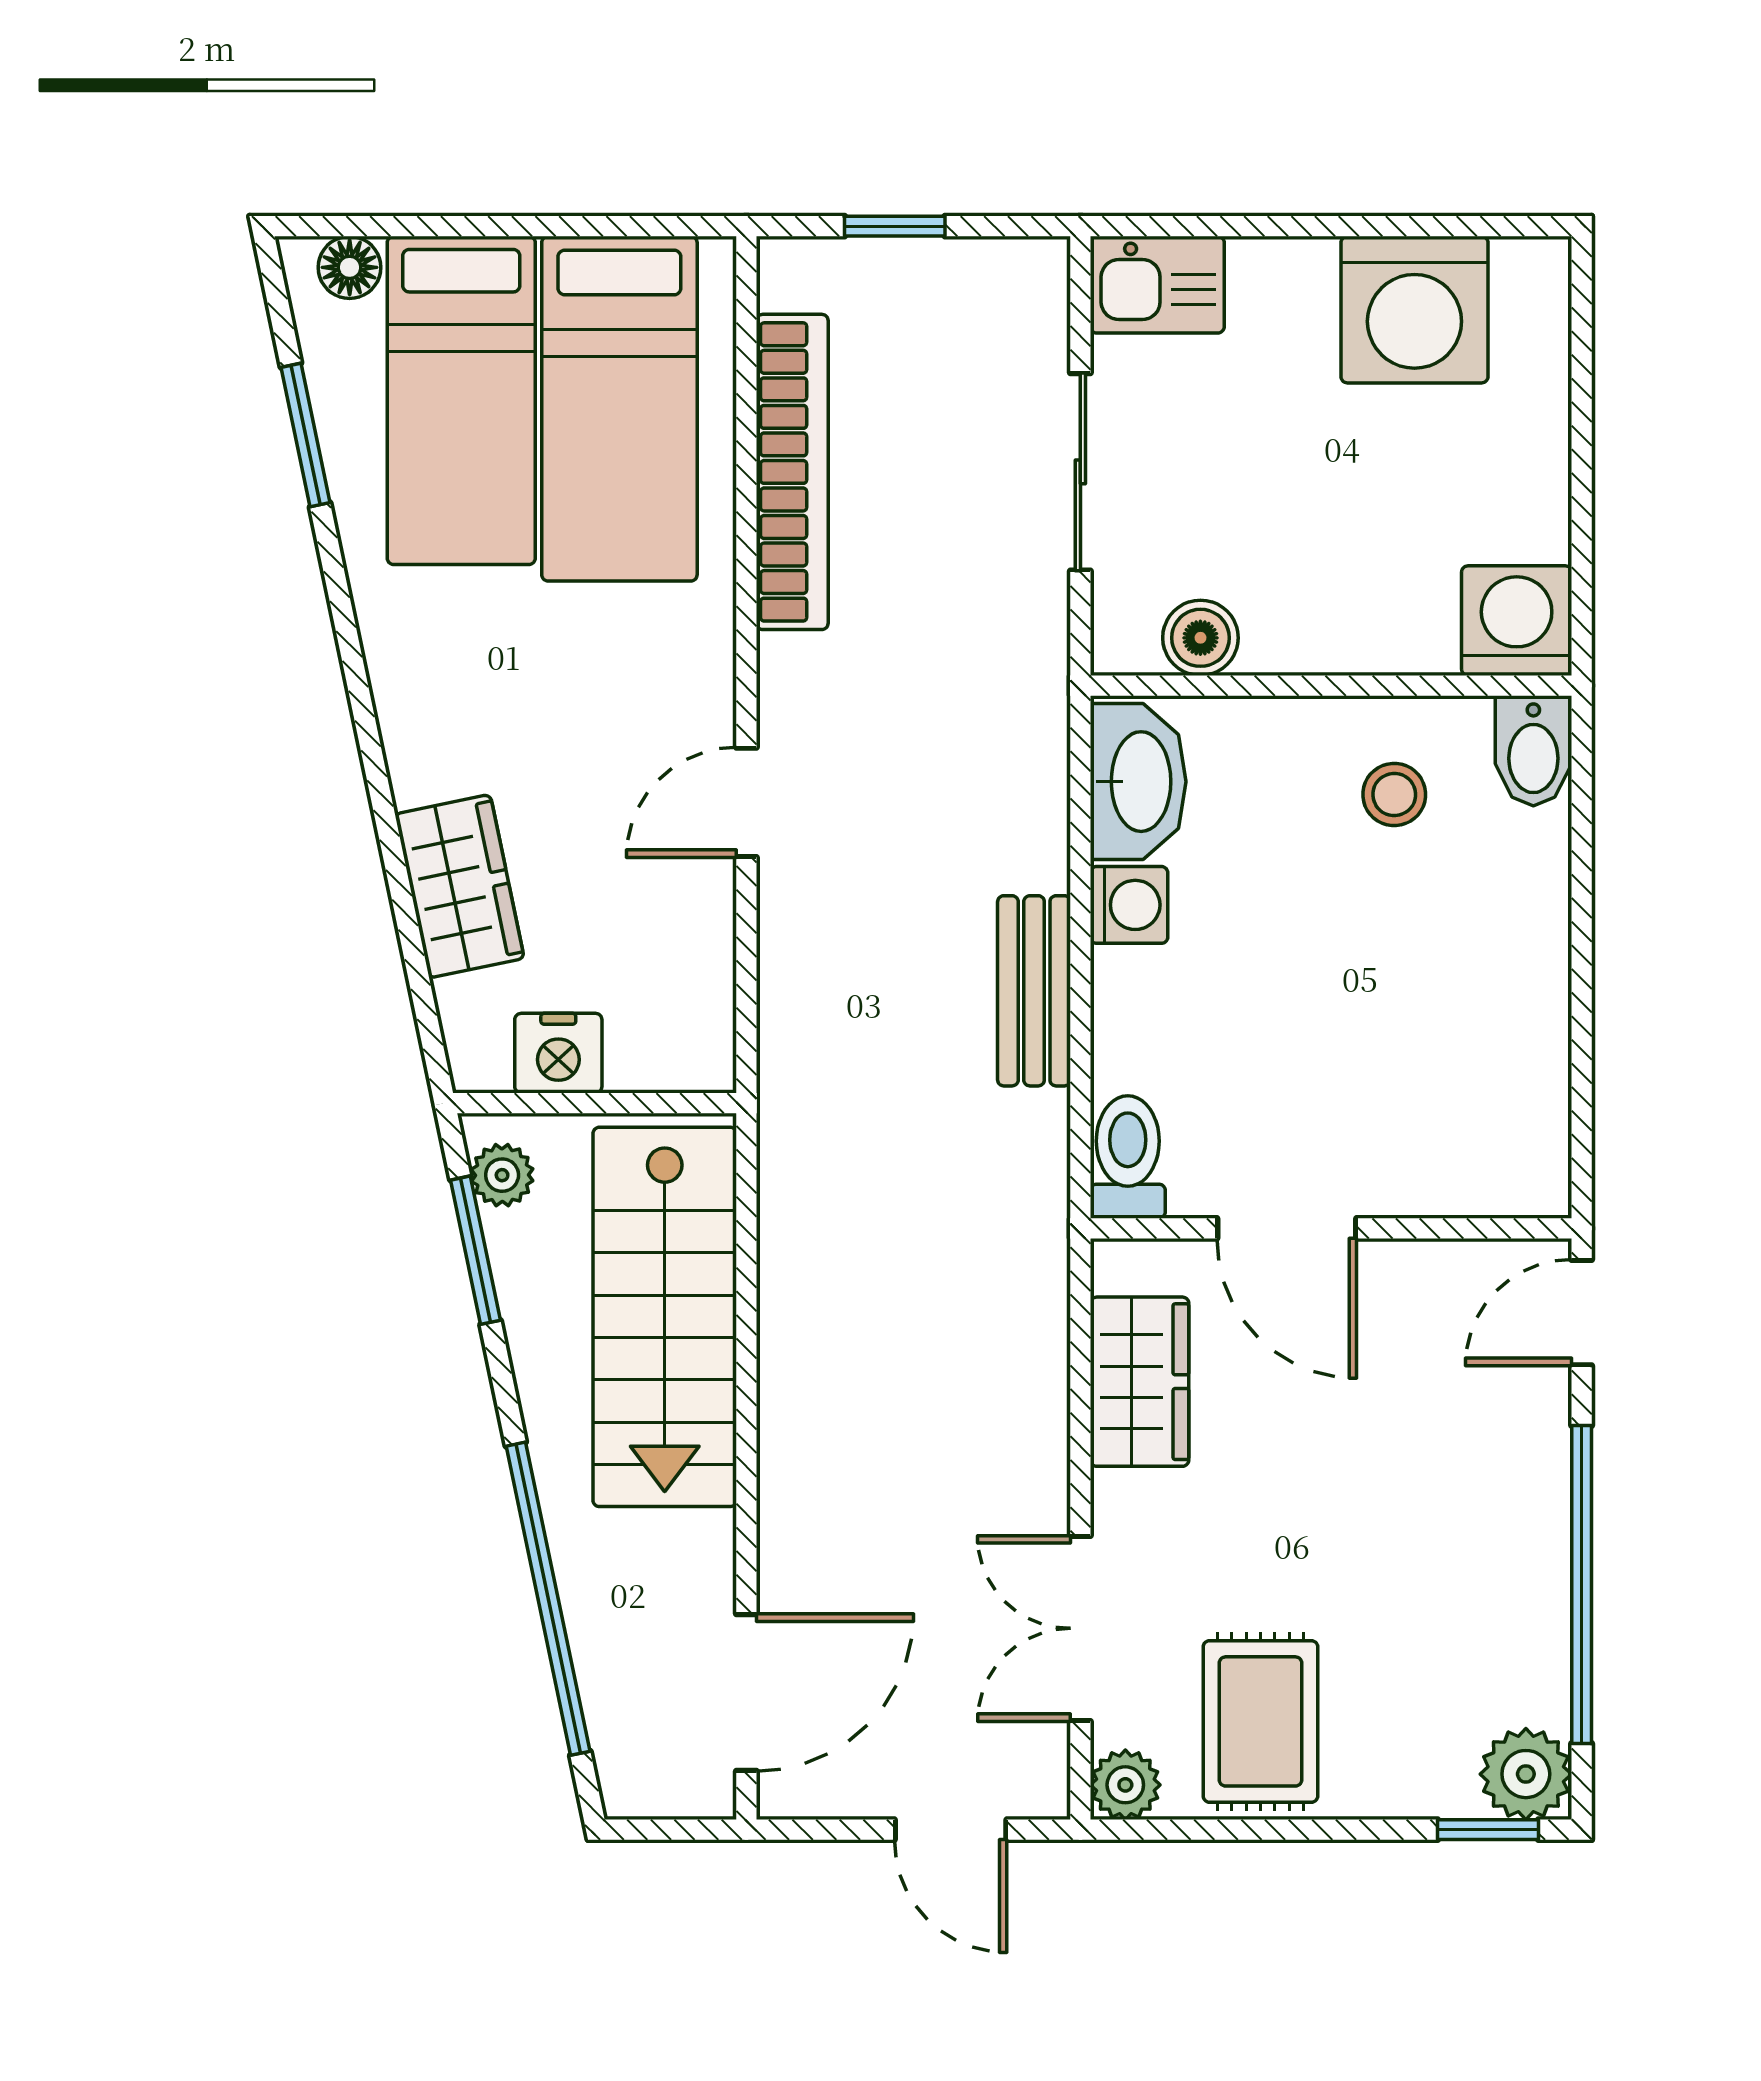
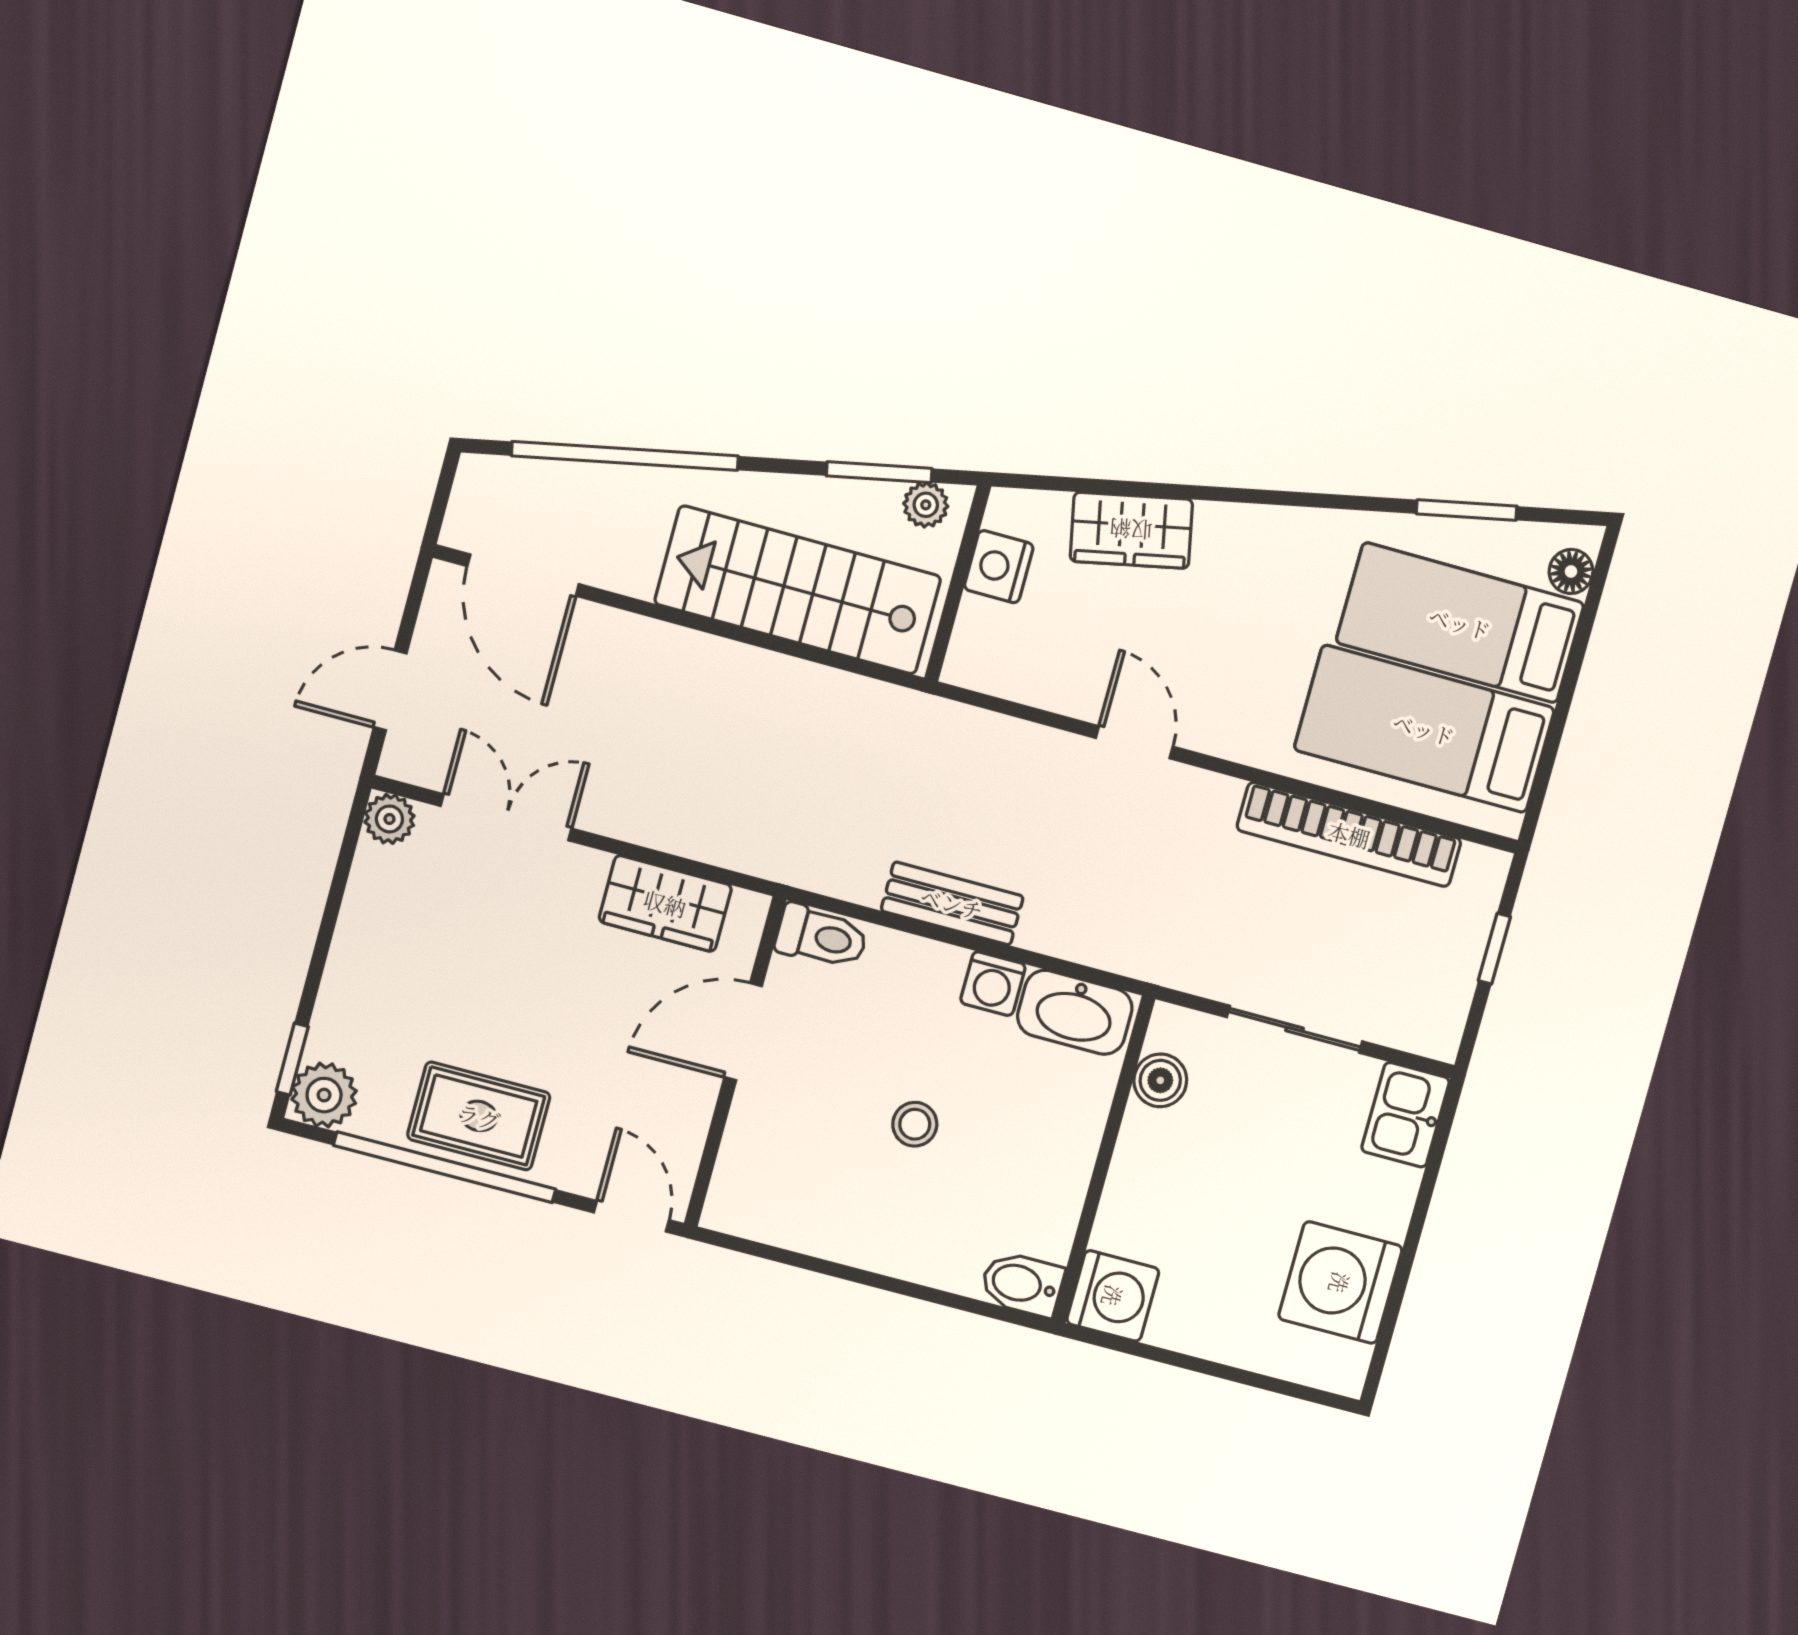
stool: (1394, 794) -> (915, 1124), moved
rug: (1260, 1721) -> (479, 1116), moved

